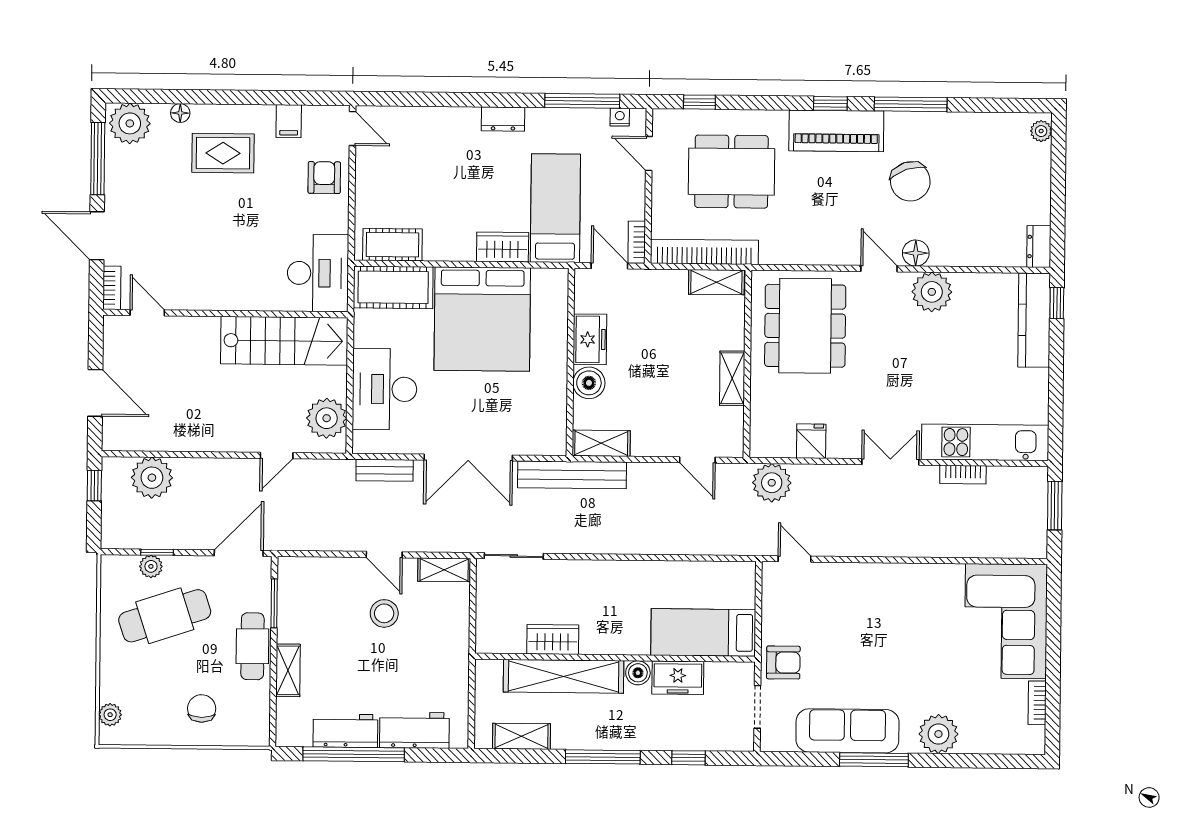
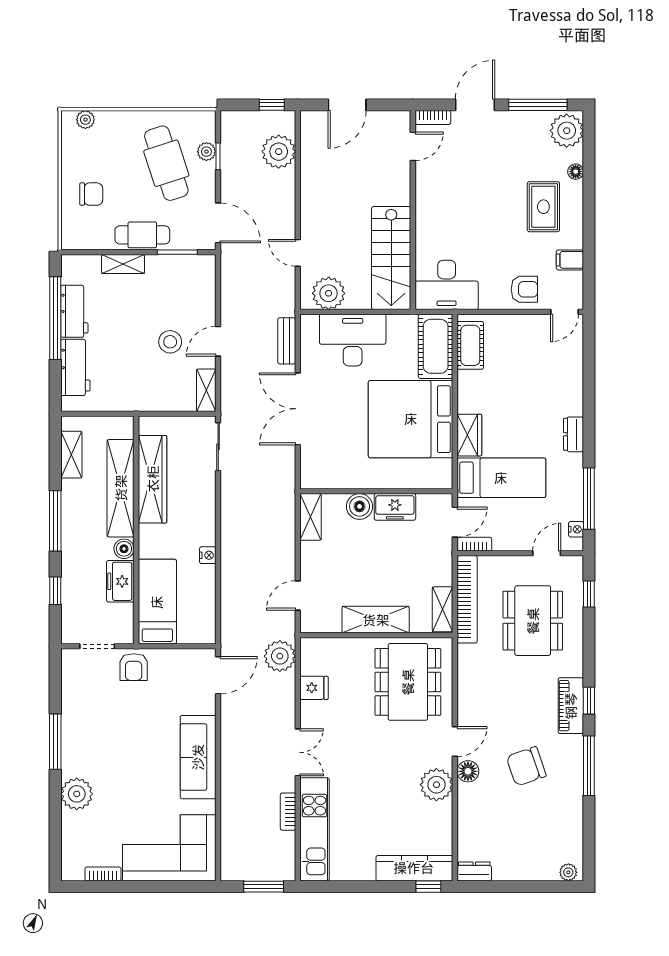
piano: (836, 131) -> (571, 706), width x0.73, depth x0.75
dining table: (805, 326) -> (408, 682), turned 90
shelving: (732, 378) -> (376, 620), width x1.50, depth x1.33
bench: (572, 475) -> (285, 493), removed
door: (795, 559) -> (218, 675), width x1.38
nightstand: (647, 570) -> (208, 555), added
wardrobe: (553, 639) -> (153, 479), width x2.10, depth x1.17
sofa: (847, 731) -> (198, 757), moved, turned 180

